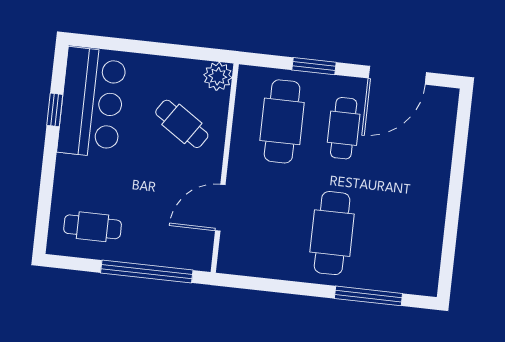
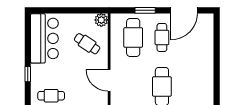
window: (55, 110) -> (28, 74), moved
door: (220, 208) -> (109, 80), hinge flipped

